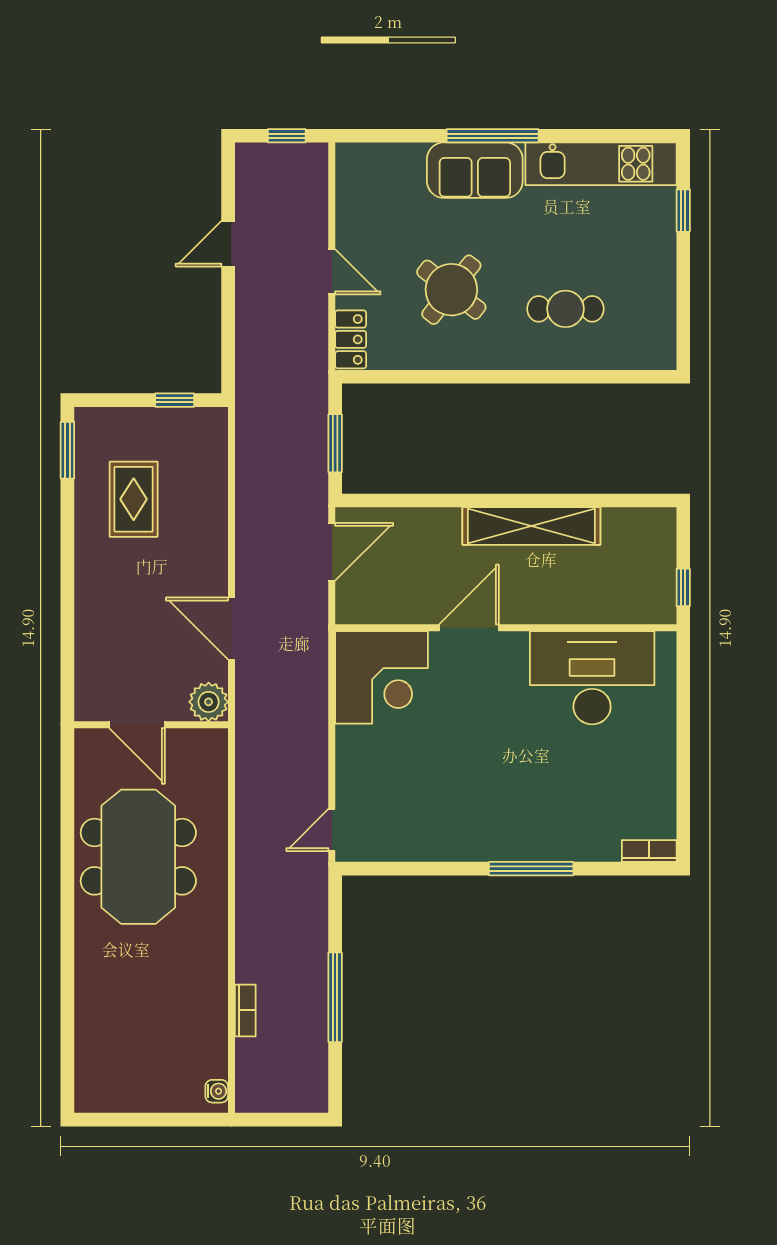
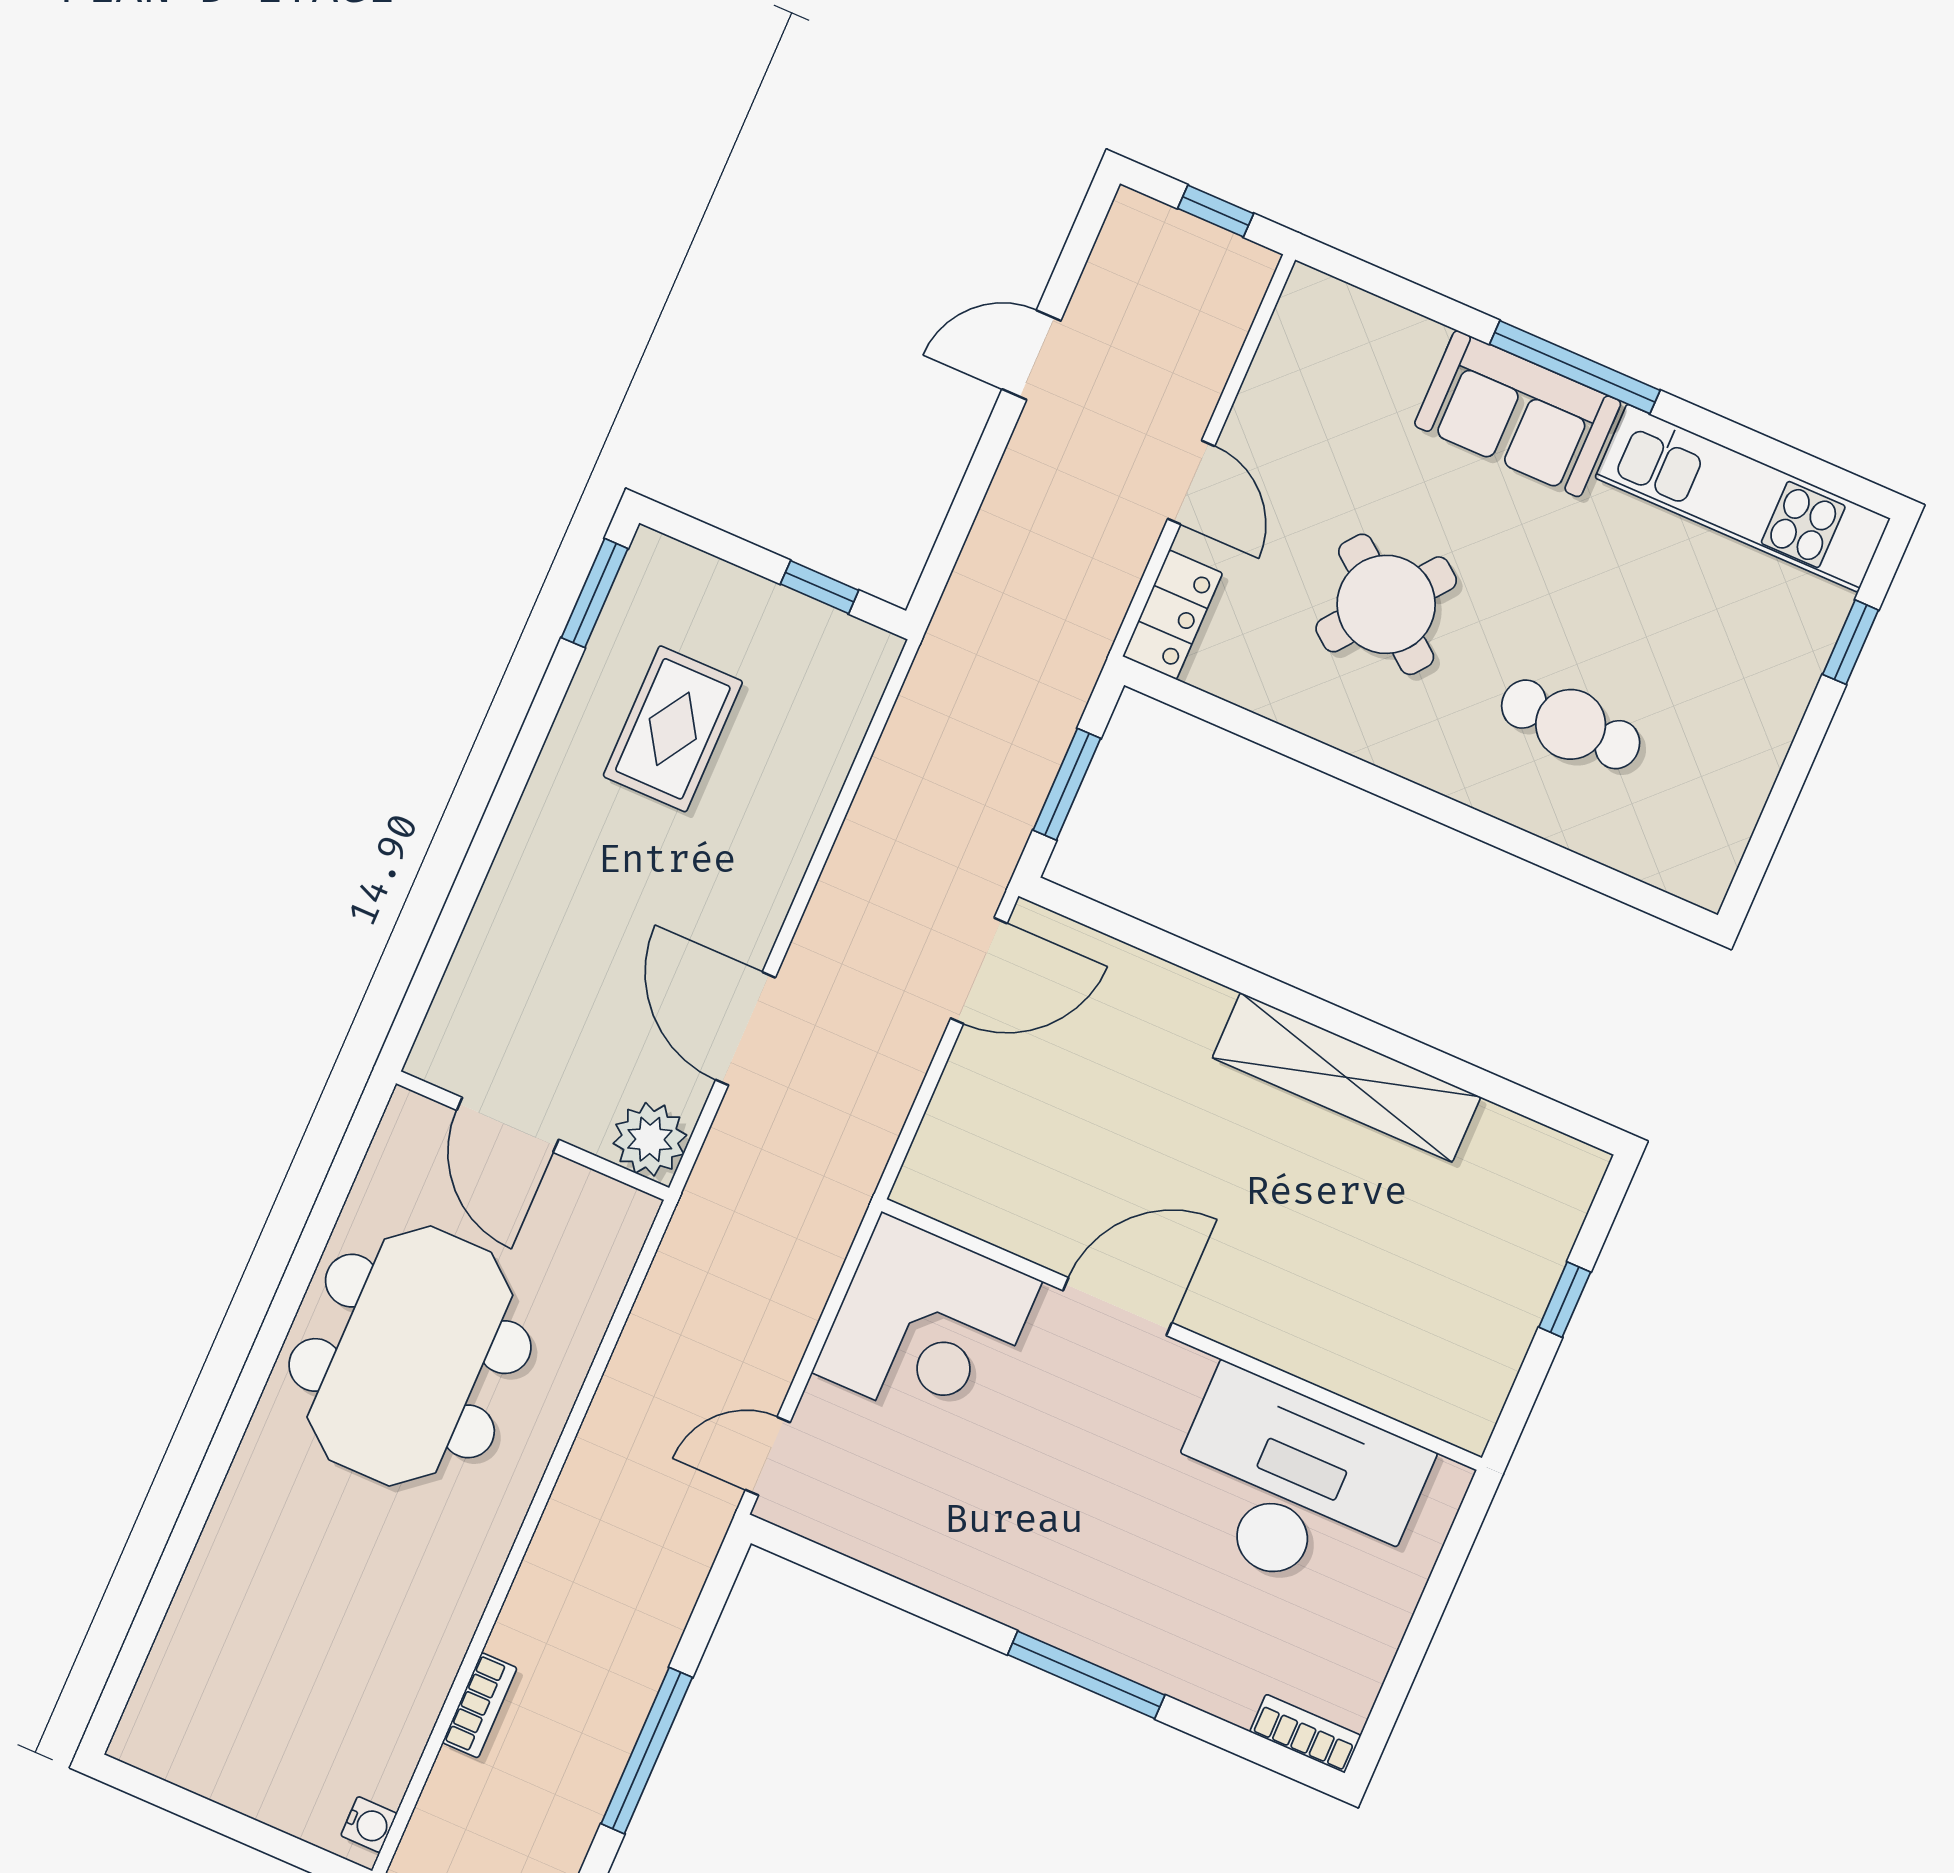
door: (469, 628) -> (1117, 1307), moved
wall: (506, 628) -> (1182, 1335), moved
corner desk: (381, 677) -> (927, 1327), moved
desk: (592, 678) -> (1294, 1487), moved

